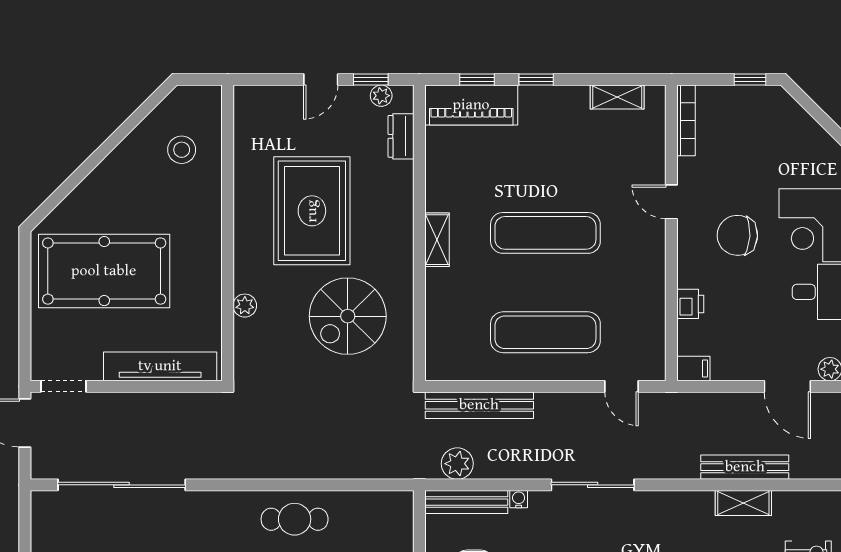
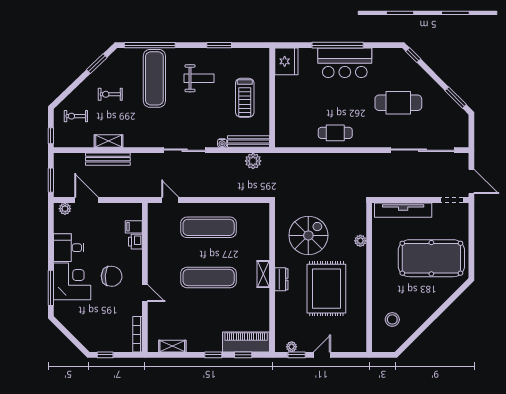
dresser: (401, 136) -> (281, 279), moved
filing cabinet: (693, 368) -> (134, 227), moved
bench: (479, 405) -> (242, 190), removed

